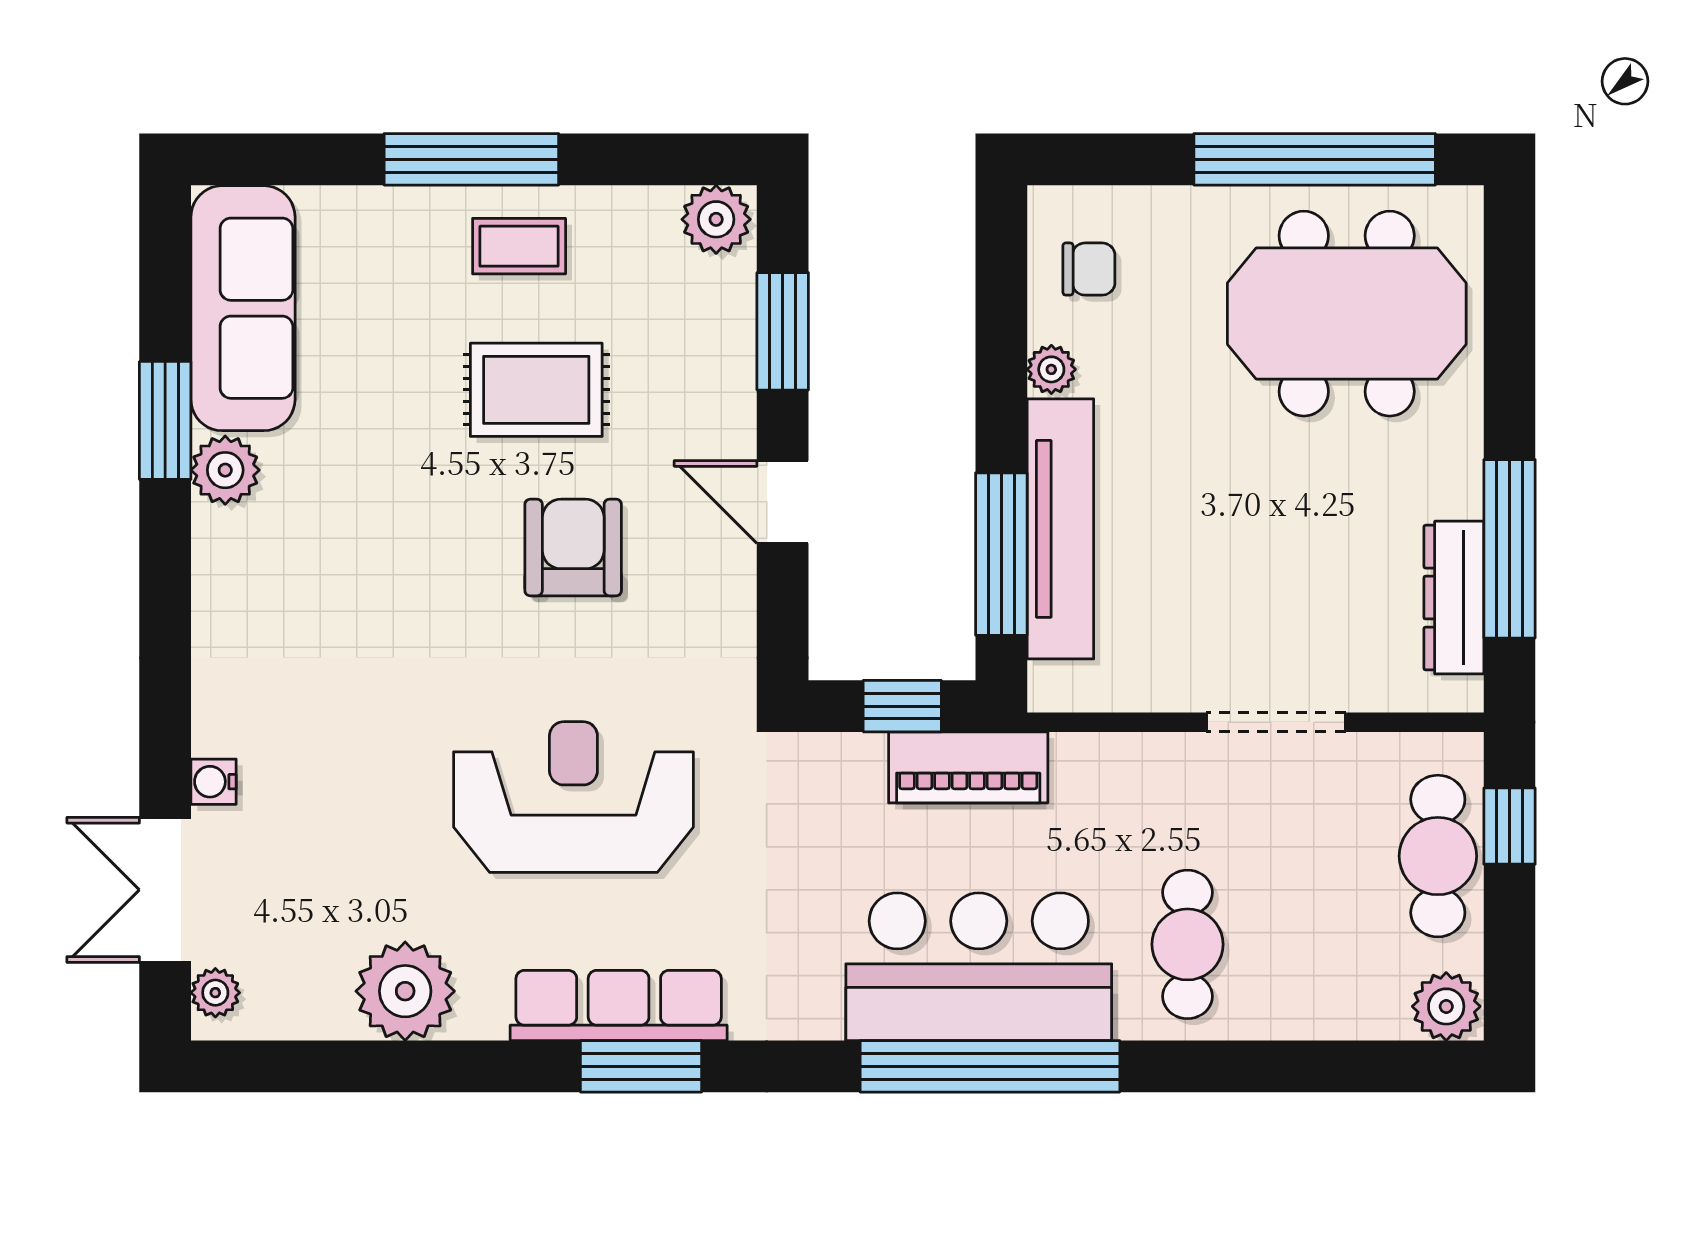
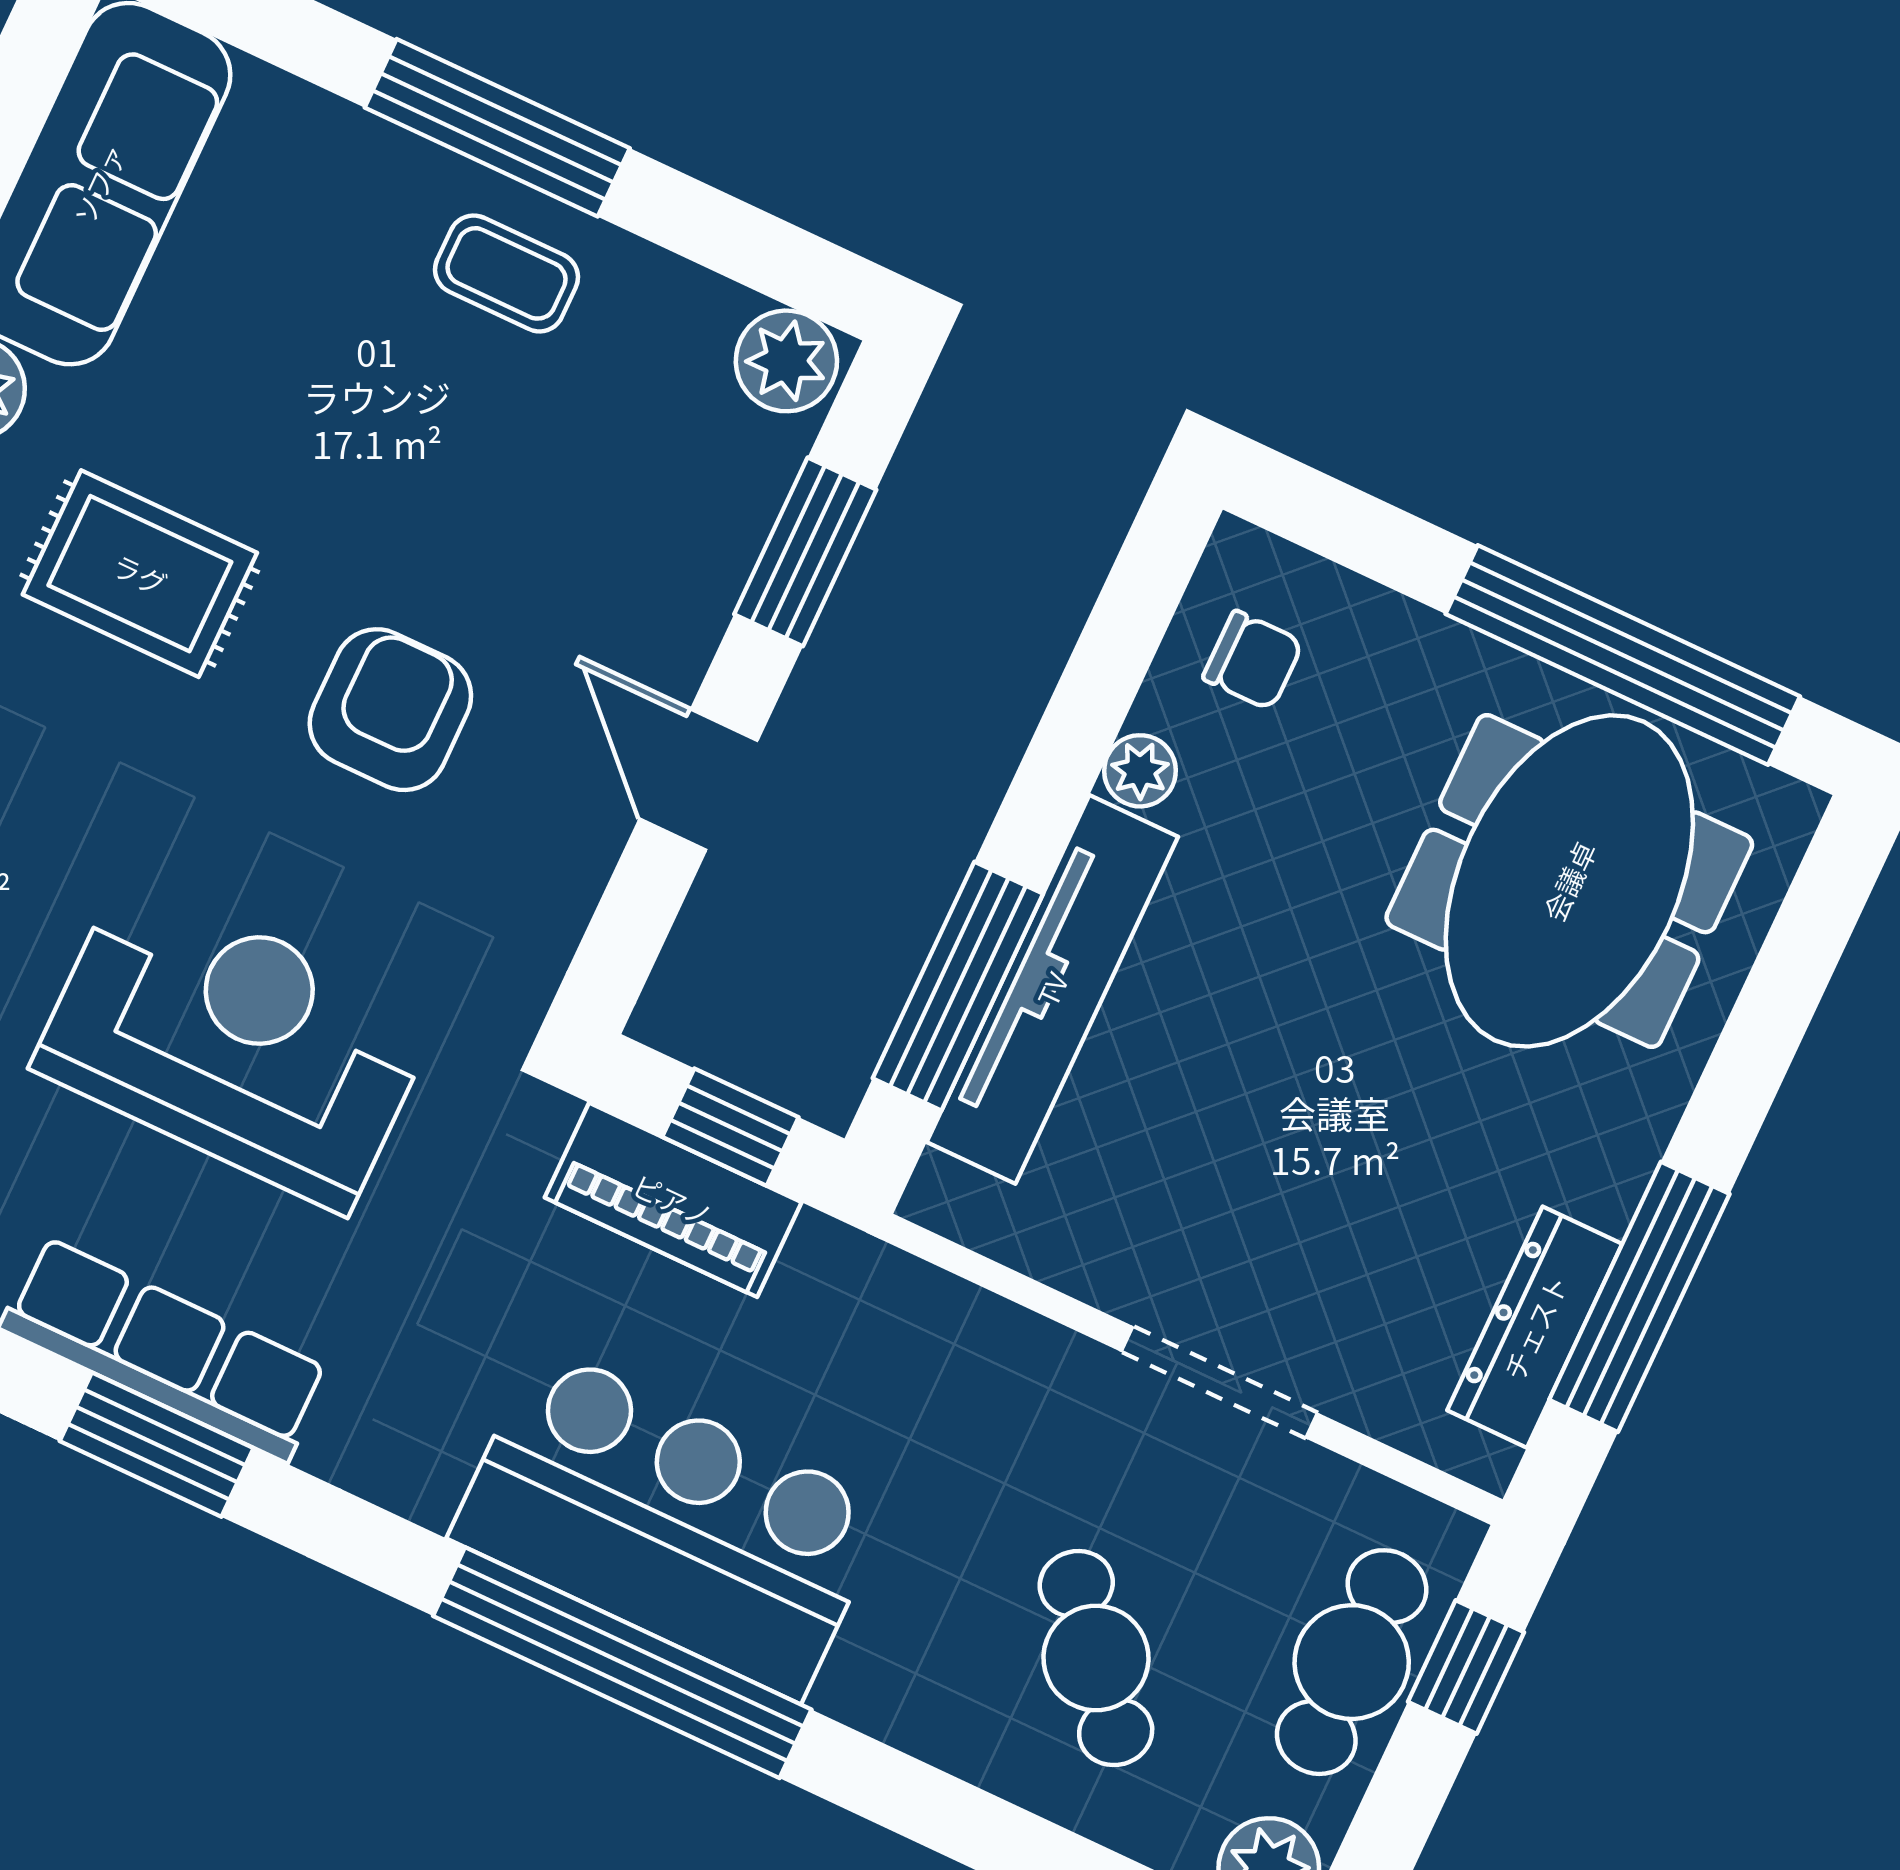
meeting table: (1347, 314) -> (1569, 881), turned 90
rug: (536, 390) -> (140, 574), moved
piano: (968, 767) -> (673, 1200), moved
cafe table: (1187, 944) -> (1096, 1658), moved, turned -40

